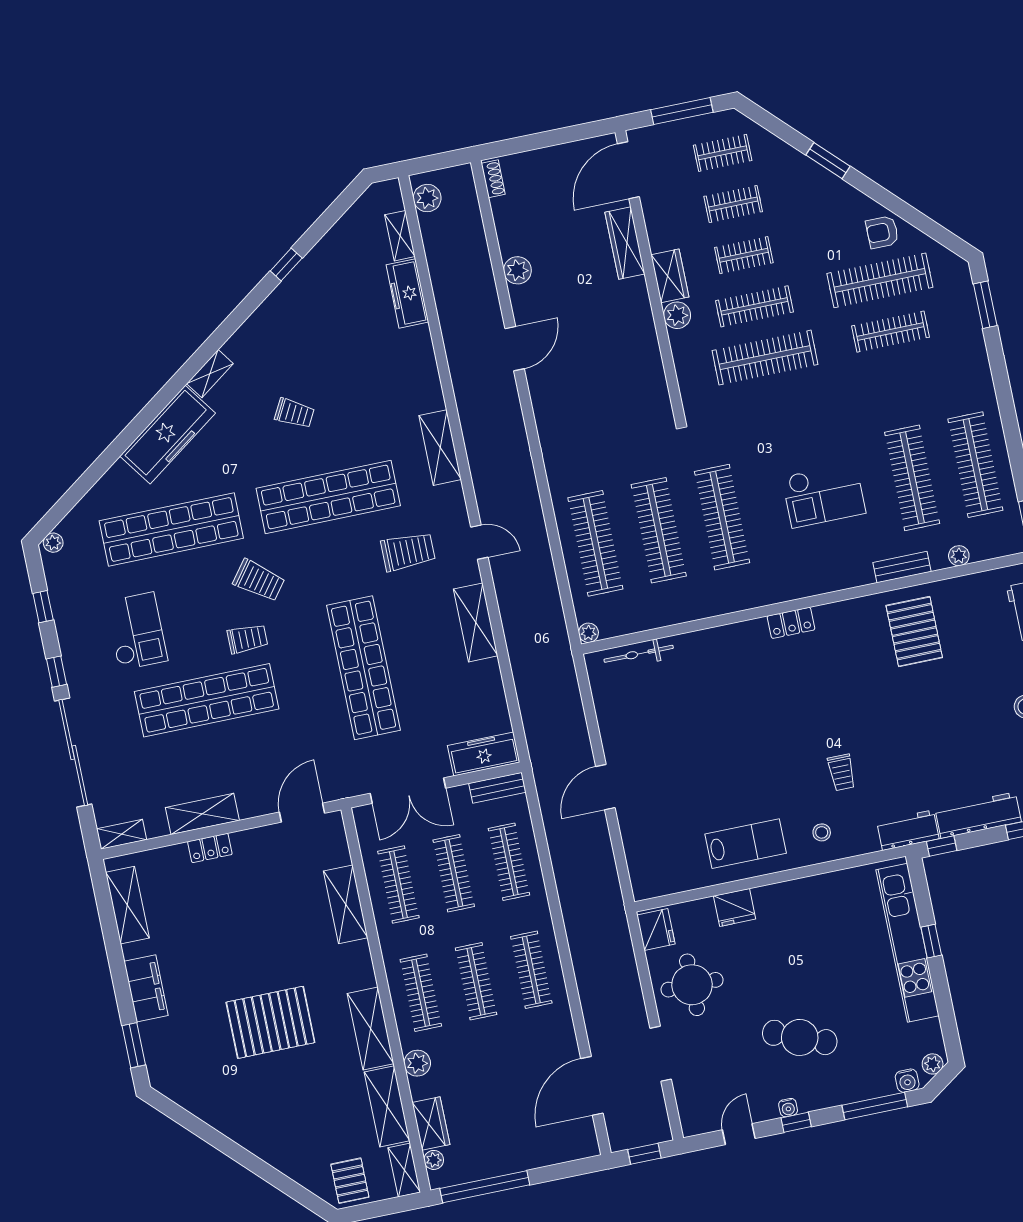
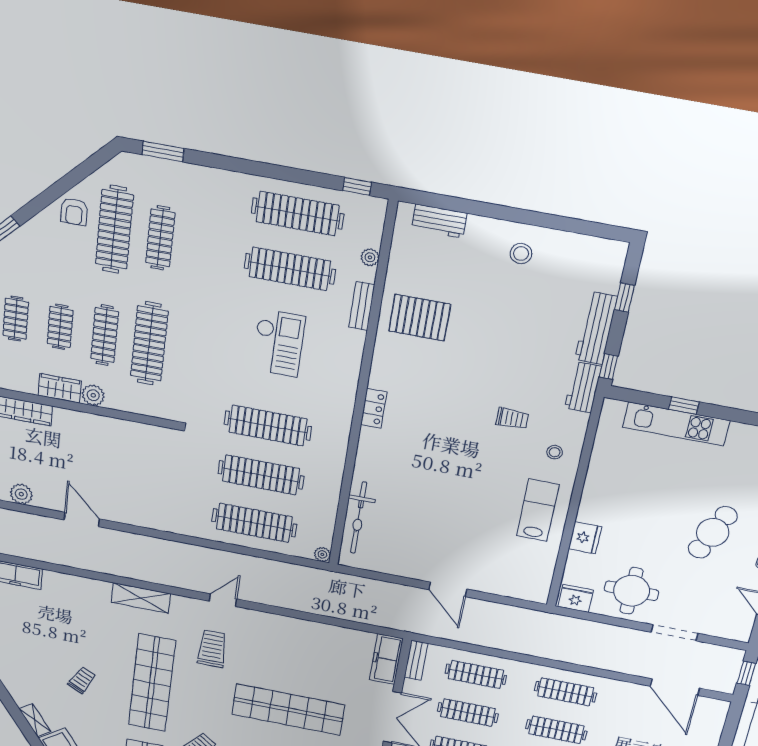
shelving: (476, 622) -> (284, 626), removed
bicycle: (639, 654) -> (359, 518), width x1.37, depth x1.40
kitchen unit: (908, 943) -> (676, 424), width x0.73

